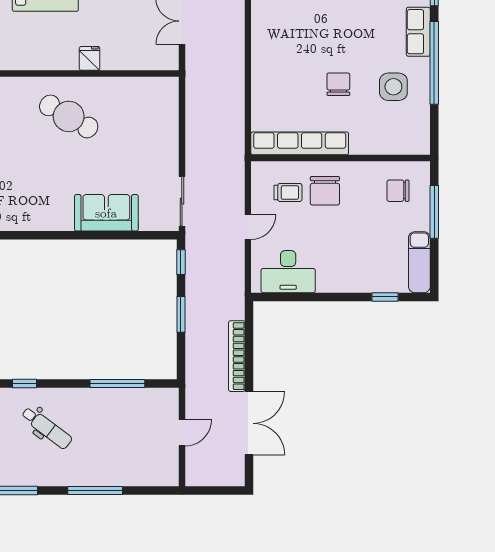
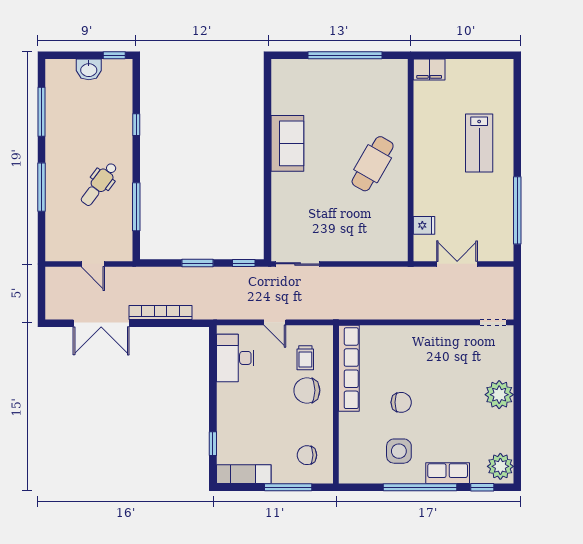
fridge: (90, 58) -> (424, 225), moved
chair: (398, 191) -> (307, 455), turned -90
sofa: (106, 213) -> (287, 143), moved
dental chair: (47, 428) -> (99, 184), moved

